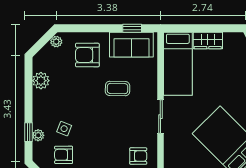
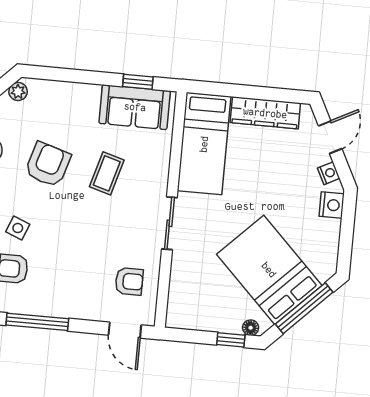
wardrobe: (208, 41) -> (265, 113), width x1.50
armchair: (87, 55) -> (48, 165), moved, turned 107
coffee table: (118, 89) -> (107, 173), turned -75

